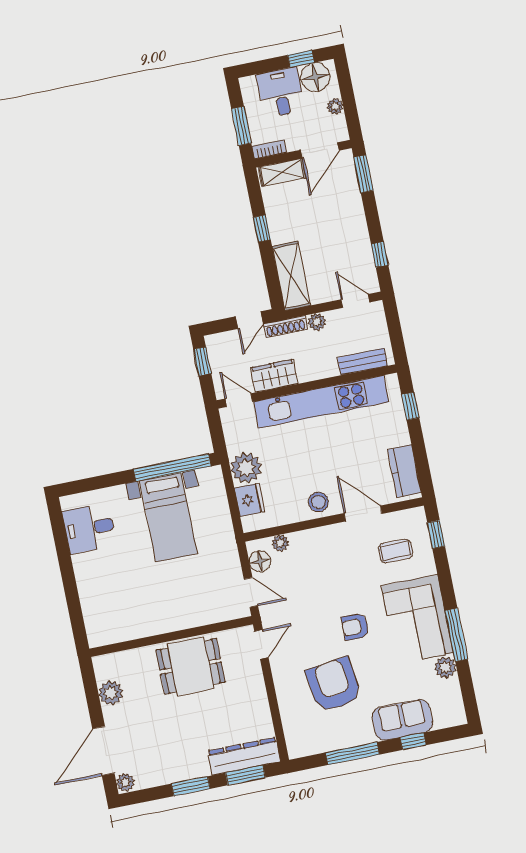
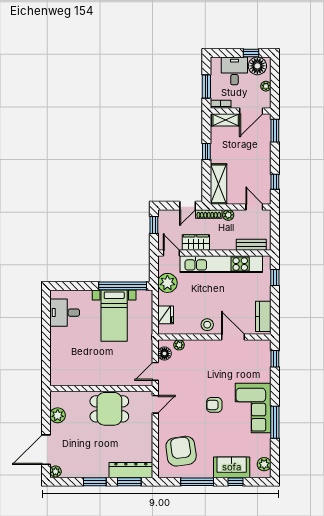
plant: (246, 468) -> (167, 283), moved
coffee table: (396, 551) -> (248, 364), removed
door: (251, 592) -> (155, 371), swing flipped
plant: (445, 667) -> (264, 464), moved
armchair: (334, 685) -> (181, 451), moved

